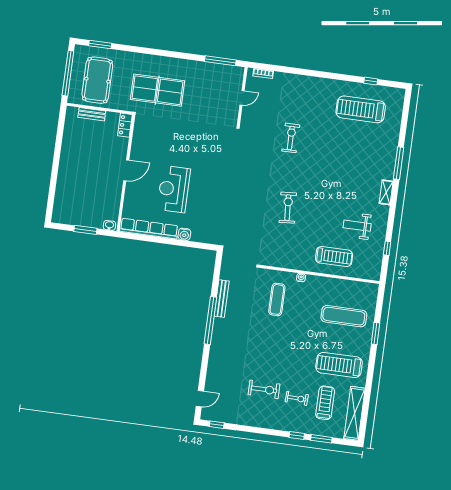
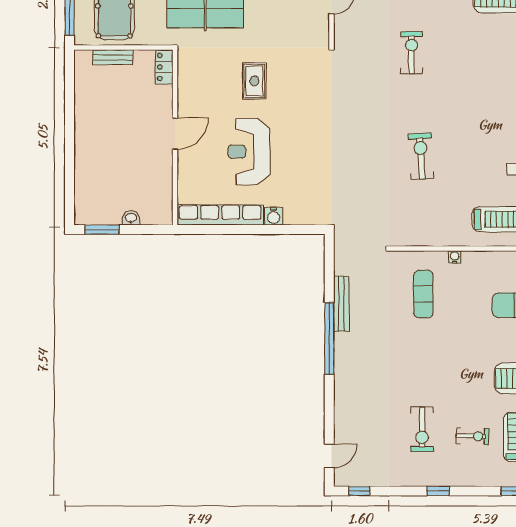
rug: (184, 143) -> (254, 81), added
washbasin: (109, 225) -> (131, 218), moved
window: (85, 230) -> (102, 230), moved
exercise bike: (264, 389) -> (422, 429), turned 90
window: (297, 436) -> (438, 491), moved

